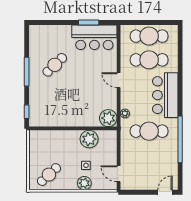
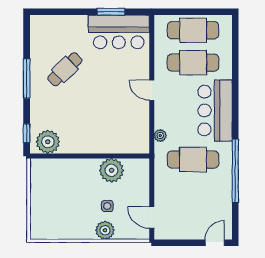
plant: (108, 118) -> (48, 142), moved
cafe table: (49, 175) -> (57, 219), removed

